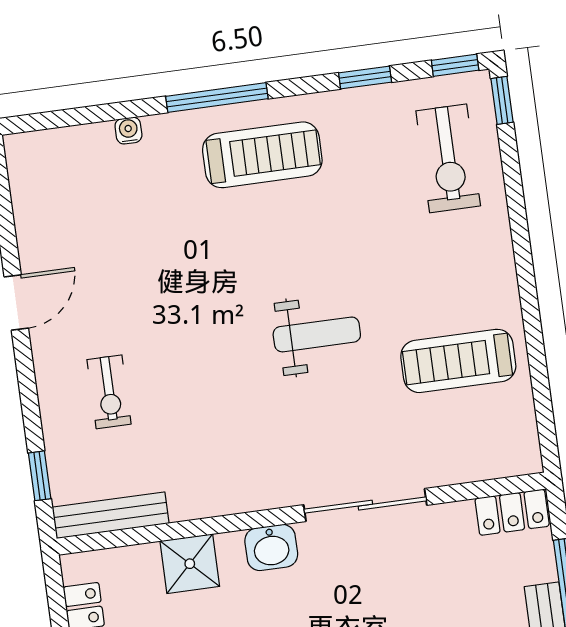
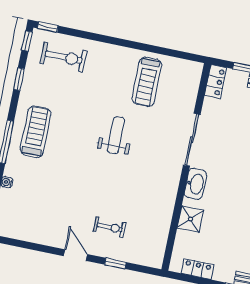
door: (16, 303) -> (75, 255), moved
window: (40, 476) -> (115, 263), moved
bench: (111, 515) -> (160, 244), removed
washbasin: (271, 548) -> (196, 184), width x1.38

